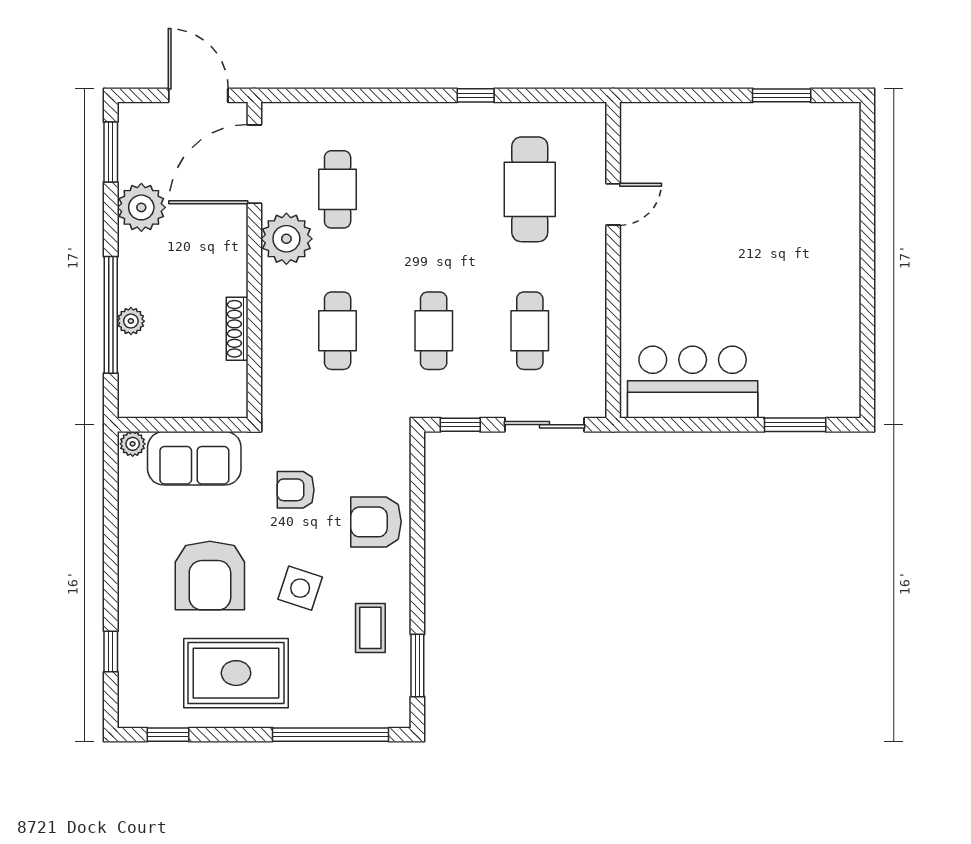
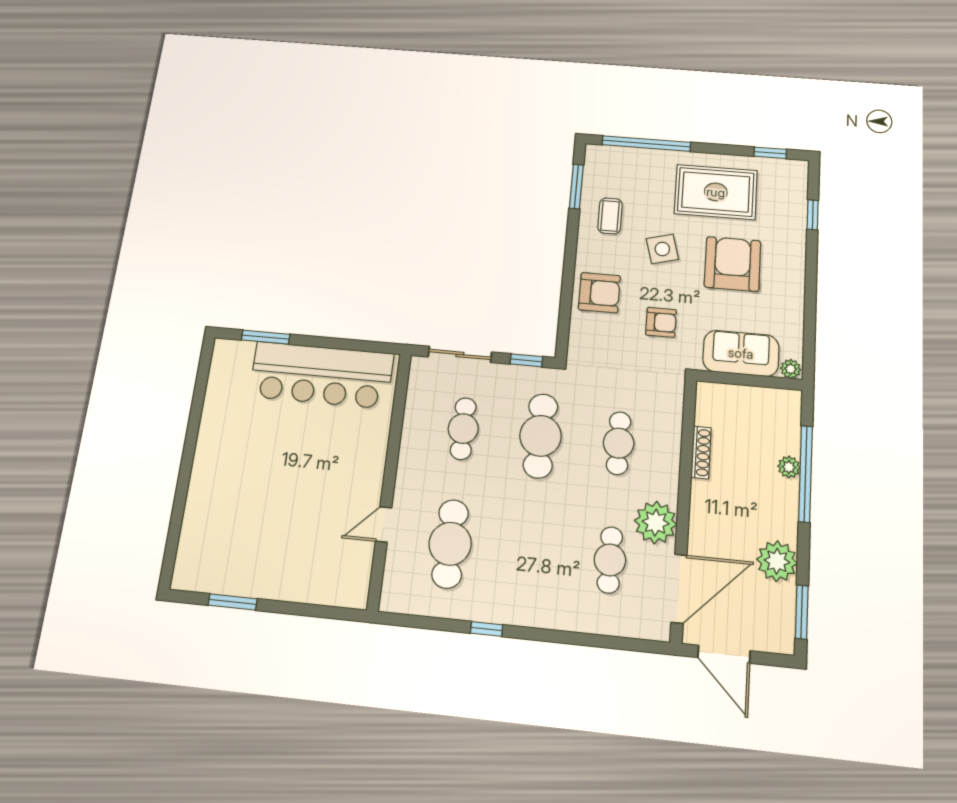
cafe table: (434, 331) -> (541, 436), width x1.37, depth x1.35
bar counter: (693, 382) -> (321, 375), width x1.36
side table: (300, 588) -> (662, 249), turned -33

